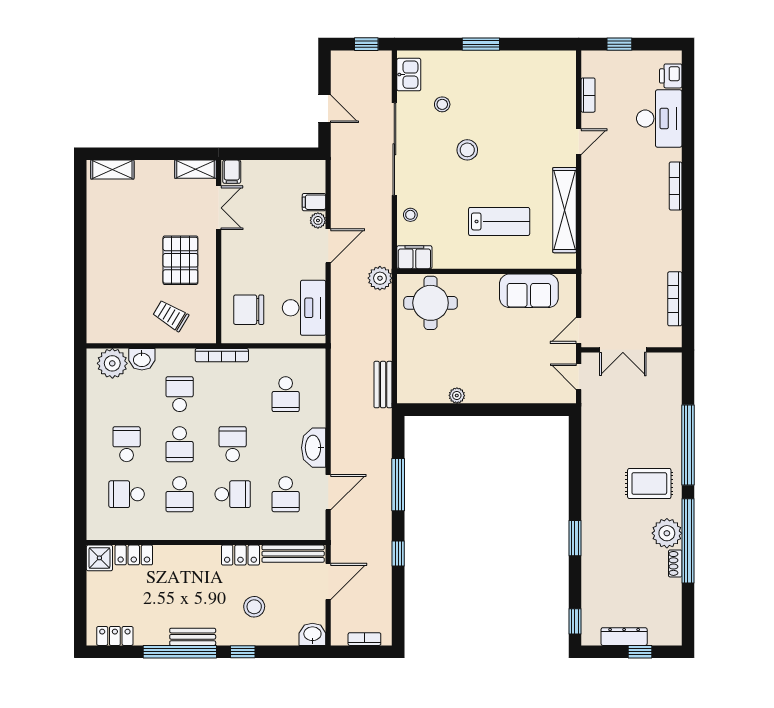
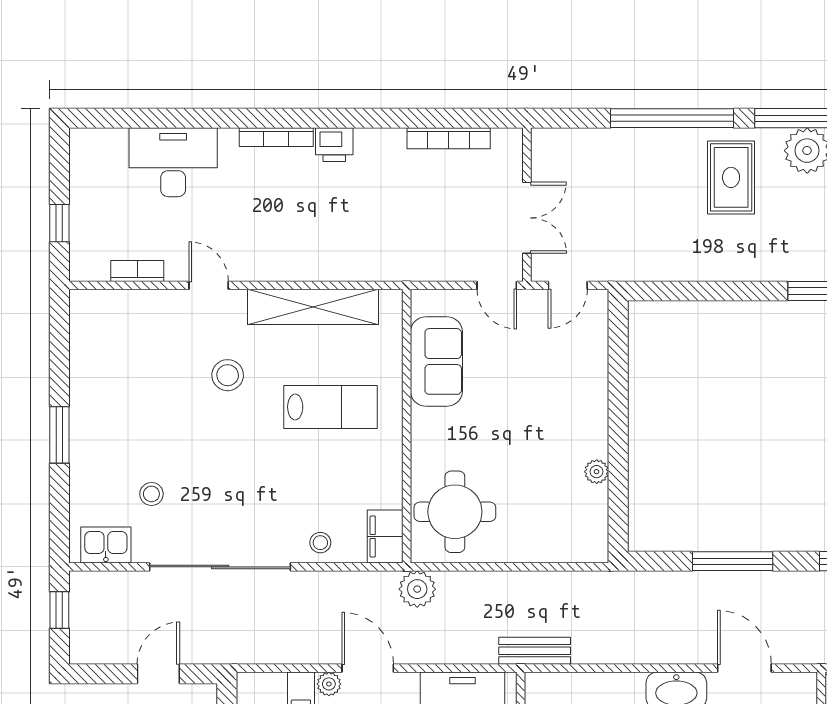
printer: (671, 76) -> (334, 145), moved
stool: (467, 150) -> (228, 375), moved
lab bench: (499, 221) -> (331, 407), turned 90
bench: (383, 385) -> (535, 651), moved

